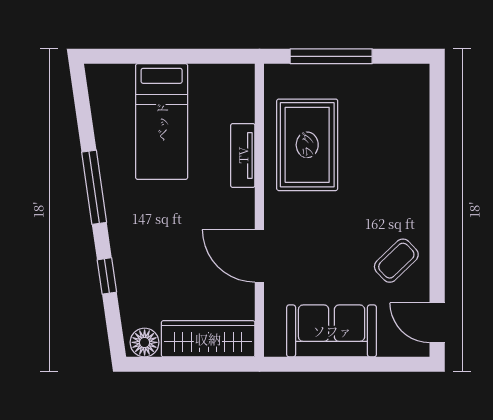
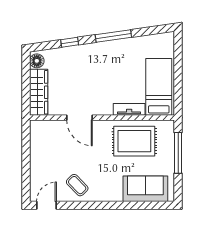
bed: (162, 122) -> (159, 87), moved, turned 90
door: (259, 256) -> (80, 118), swing flipped
sofa: (332, 331) -> (145, 189), moved, turned -90

